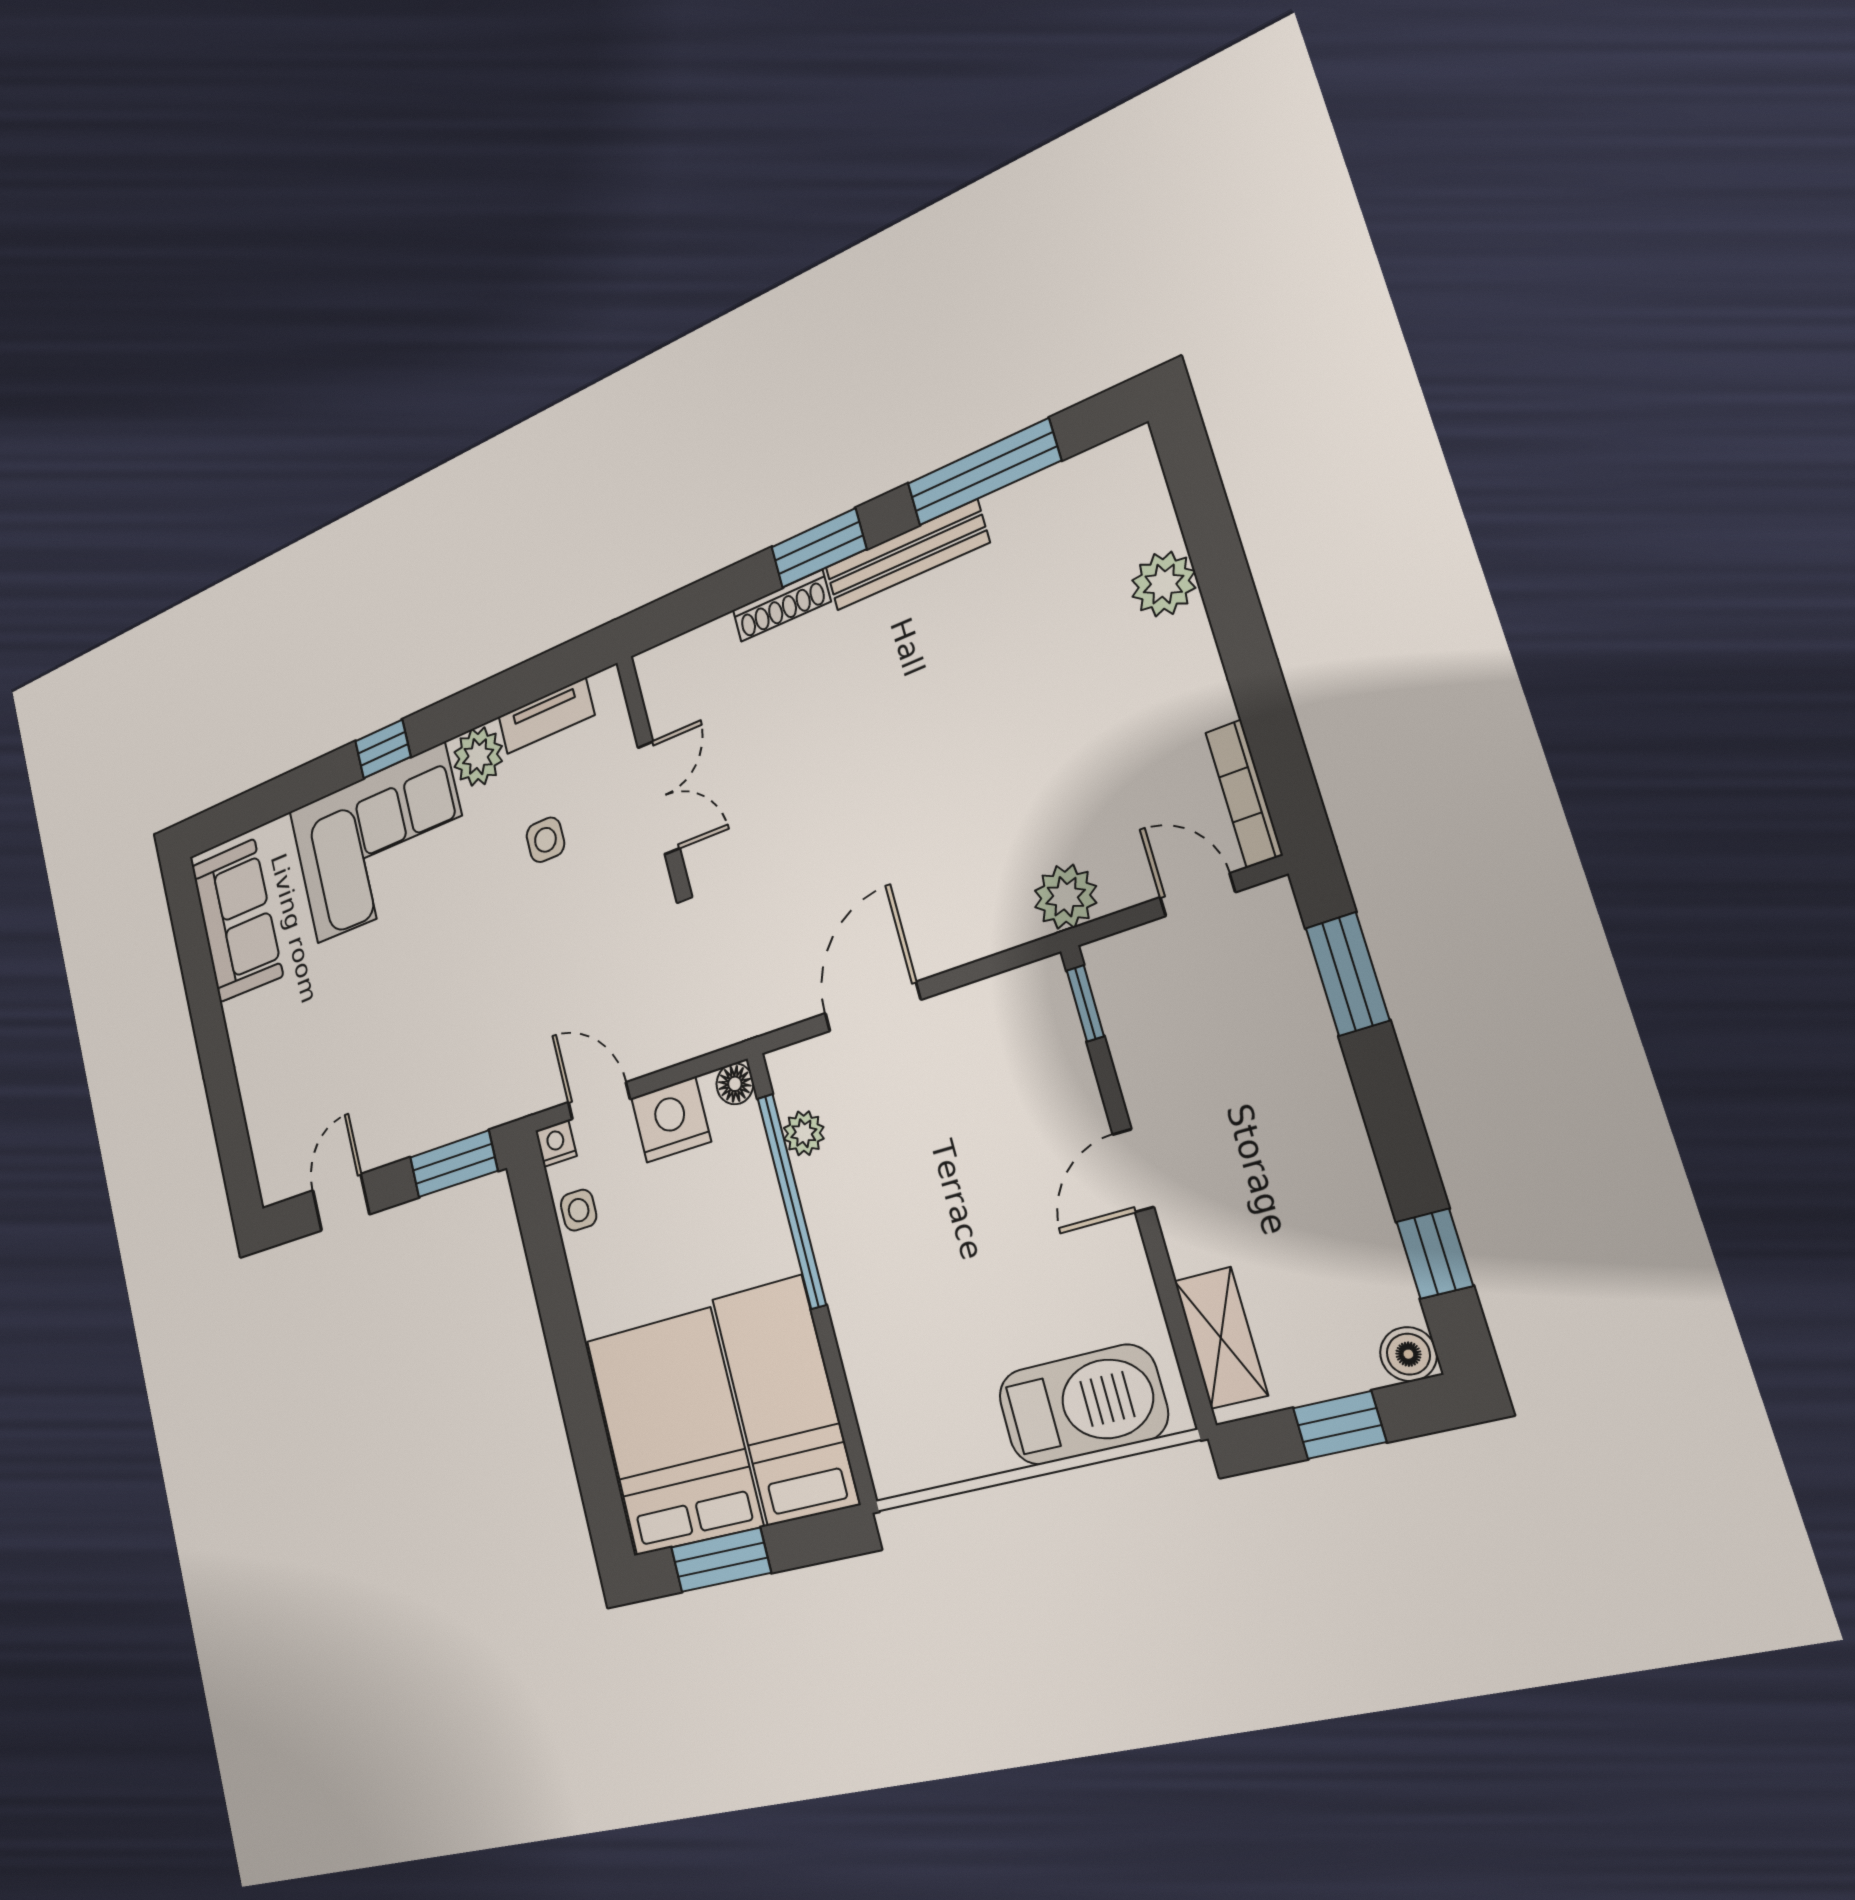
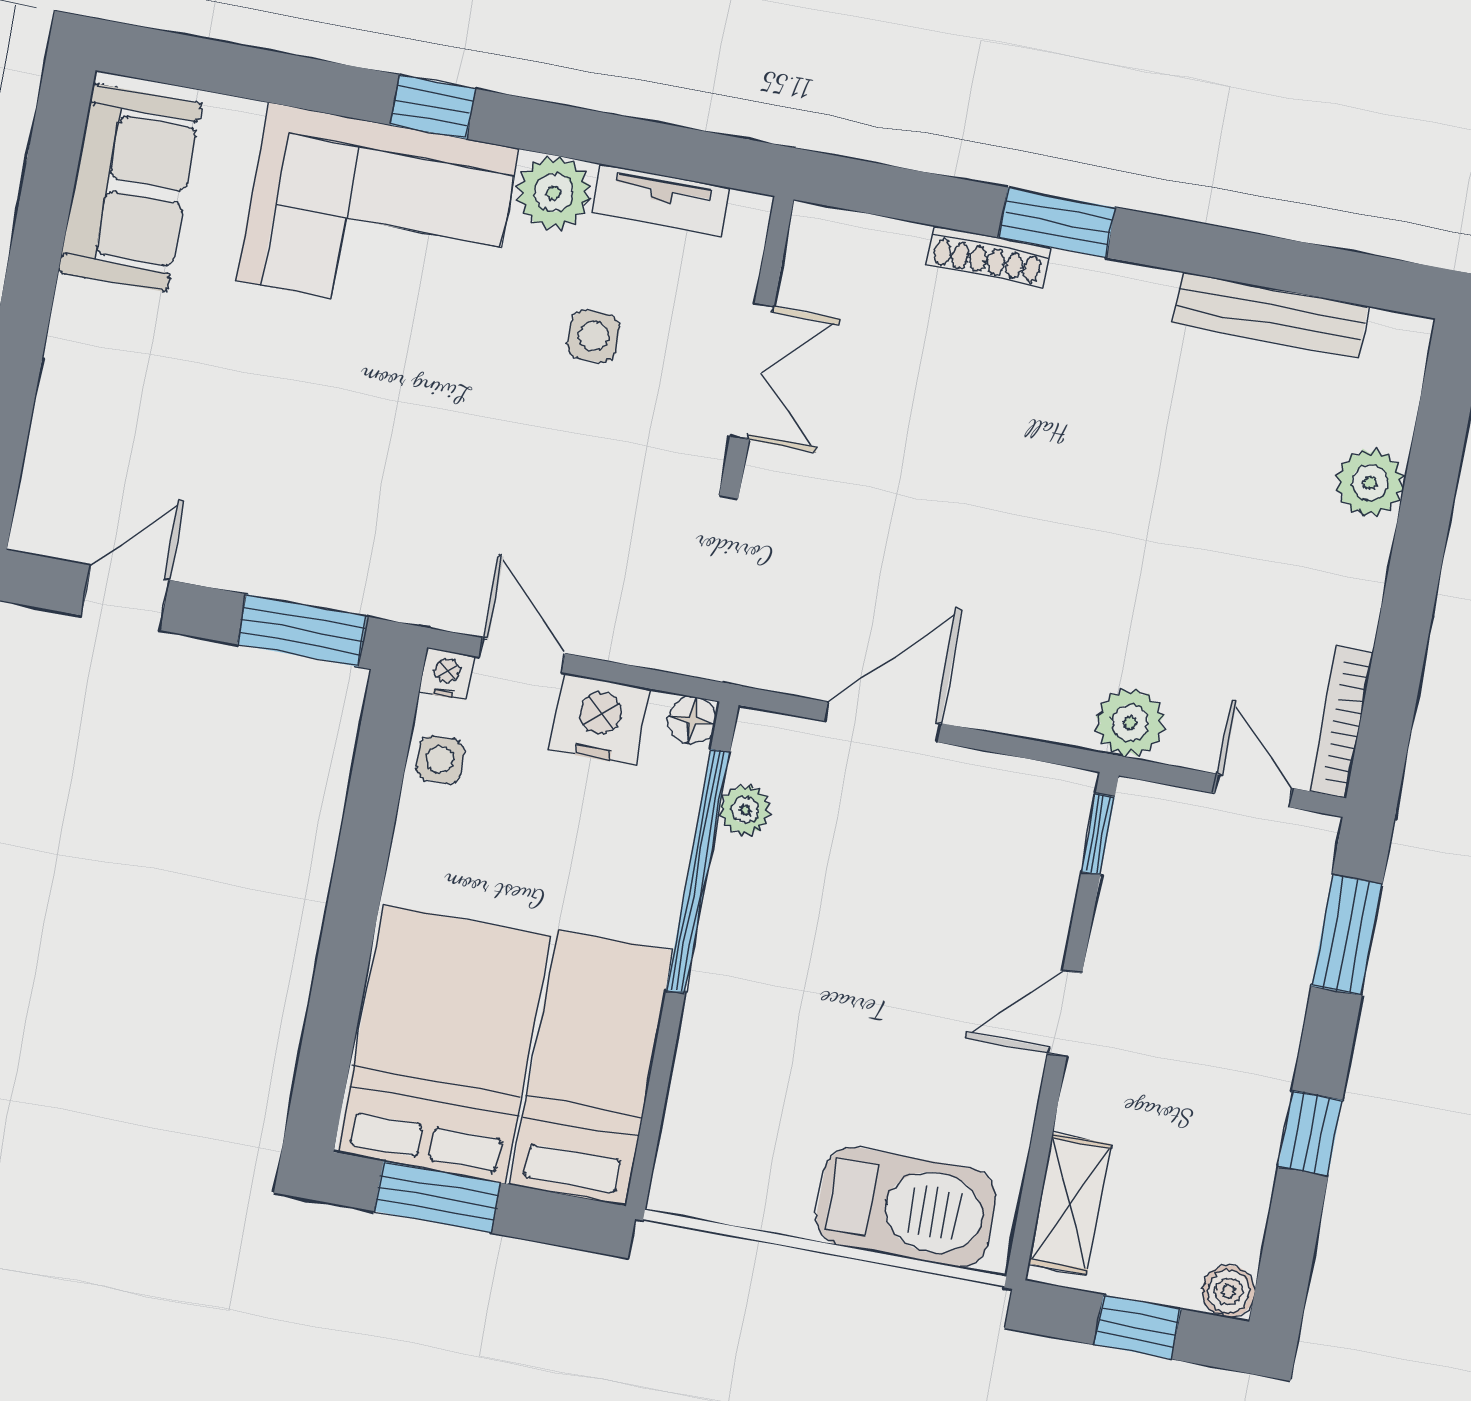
window: (983, 472) -> (1259, 260), removed
bench: (906, 555) -> (1270, 315), moved
window: (1435, 1254) -> (1310, 1133), moved

